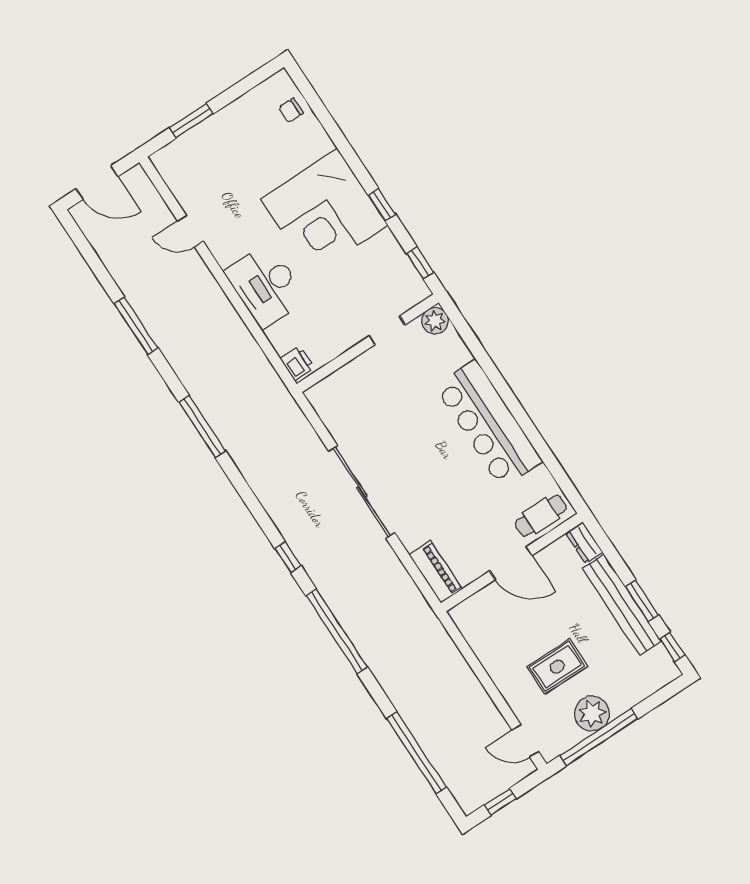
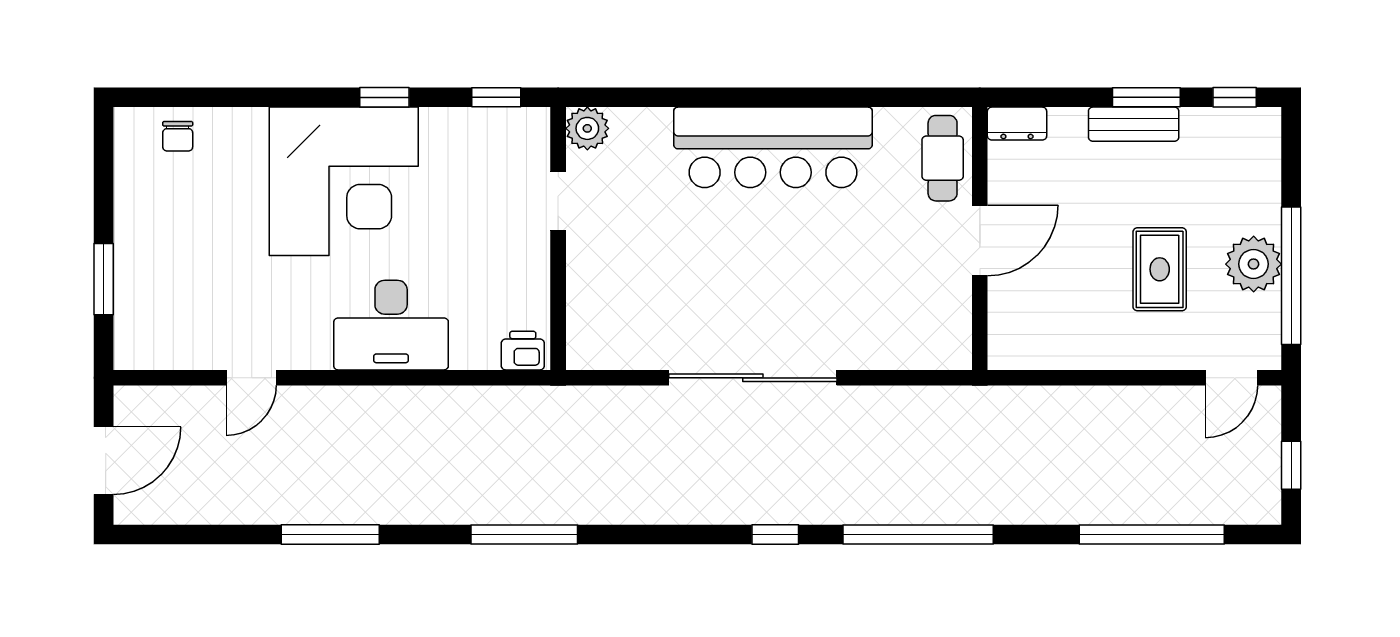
piano: (436, 572) -> (925, 349), removed
bench: (622, 605) -> (1134, 124), width x0.54, depth x0.82

